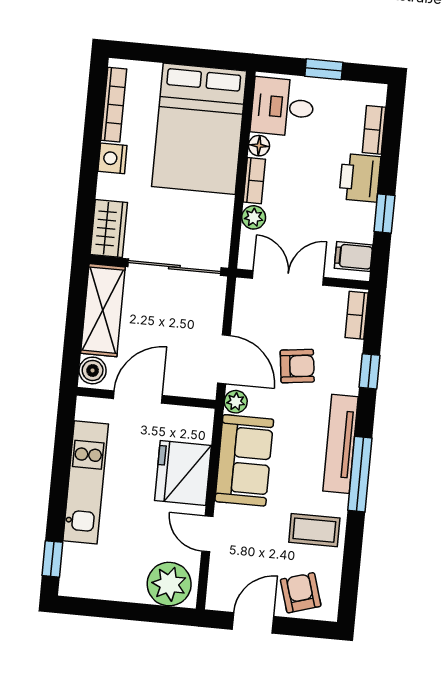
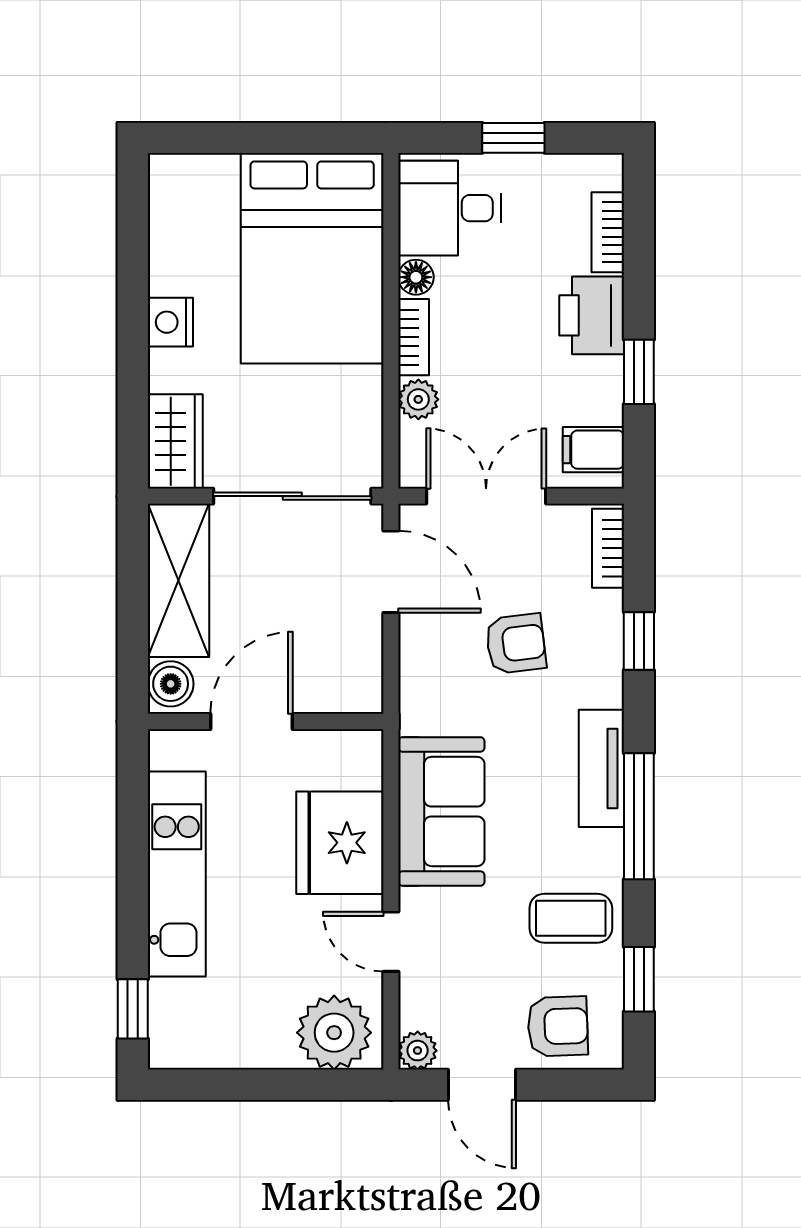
bookcase: (114, 105) -> (164, 231), removed
door: (224, 359) -> (391, 572), moved
plant: (236, 402) -> (418, 1051), moved
tv unit: (341, 444) -> (601, 768), width x0.71
window: (351, 570) -> (639, 979), added
armchair: (301, 593) -> (558, 1026), turned 105
door: (253, 623) -> (482, 1085), swing flipped

